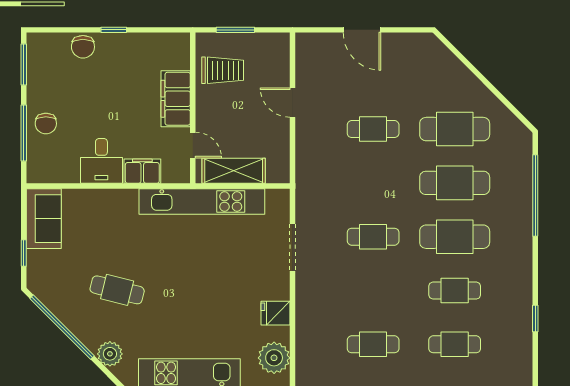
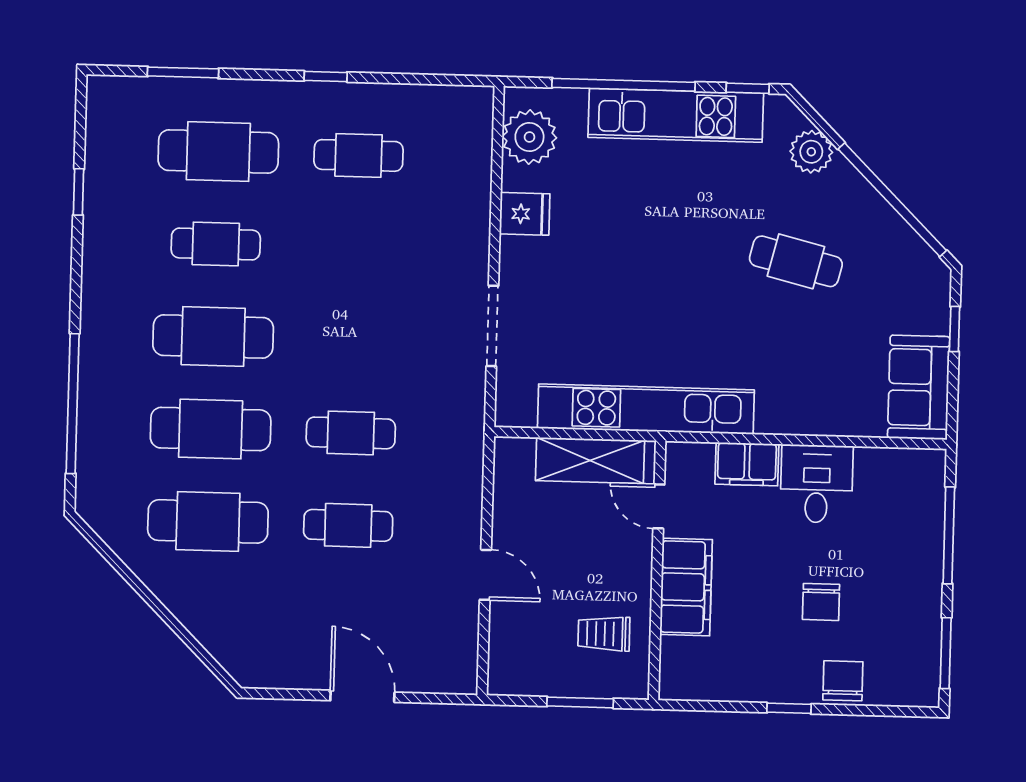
trolley: (223, 70) -> (604, 634), width x0.73, depth x0.72
chair: (46, 124) -> (821, 602), moved, turned 180
cafe table: (373, 237) -> (351, 433), moved
cafe table: (455, 344) -> (218, 151), width x1.37, depth x1.35

